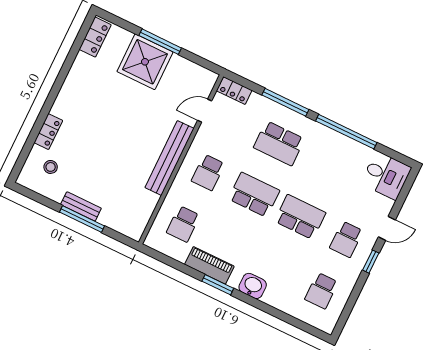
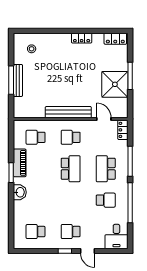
shower: (145, 62) -> (115, 84), moved
locker: (48, 132) -> (82, 38), moved
bench: (81, 206) -> (18, 80), width x1.36
school desk: (300, 217) -> (106, 200), moved, width x0.54

